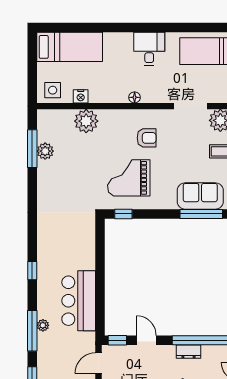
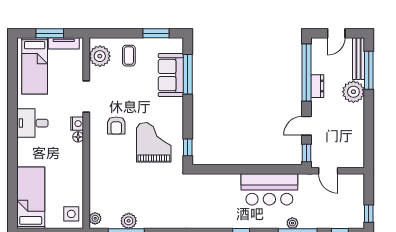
nightstand: (81, 96) -> (77, 124), moved
doorway: (190, 106) -> (86, 96), moved
plant: (86, 121) -> (95, 218), moved, width x0.53, depth x0.53
armchair: (147, 138) -> (116, 126), turned 180
grand piano: (129, 178) -> (154, 142), turned 180

